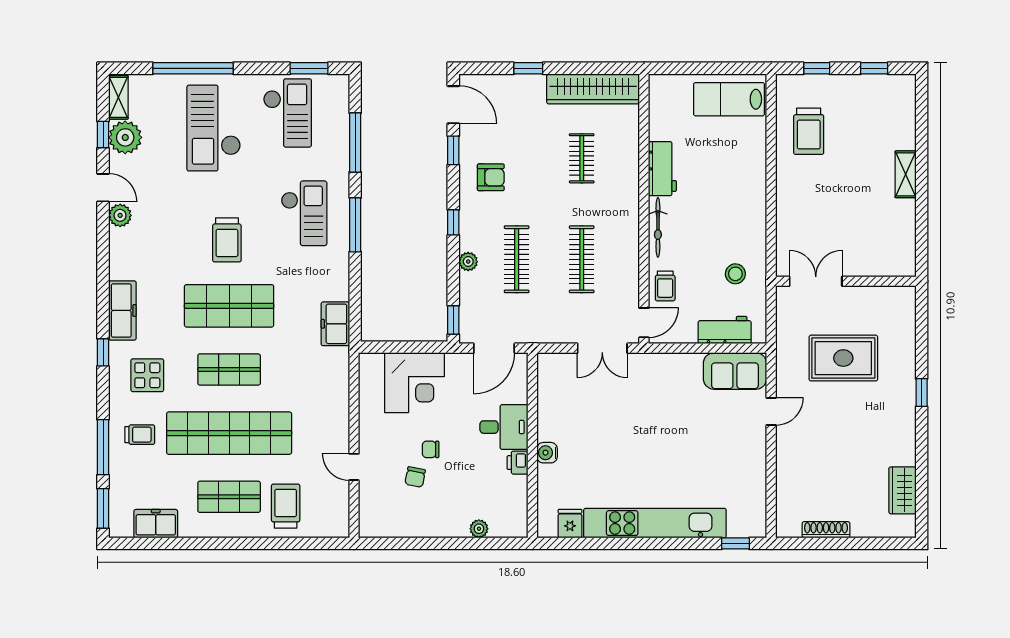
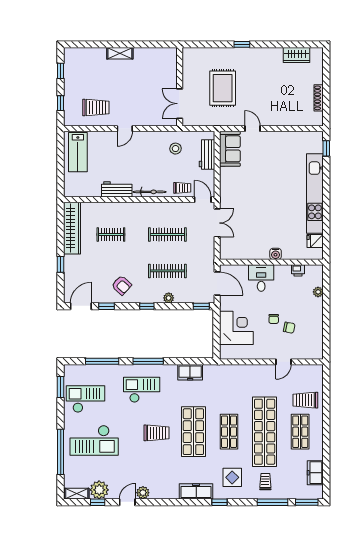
armchair: (491, 177) -> (122, 285), turned 132
door: (771, 183) -> (125, 129), added
freezer: (335, 324) -> (190, 372), moved
printer: (518, 463) -> (298, 270), moved

